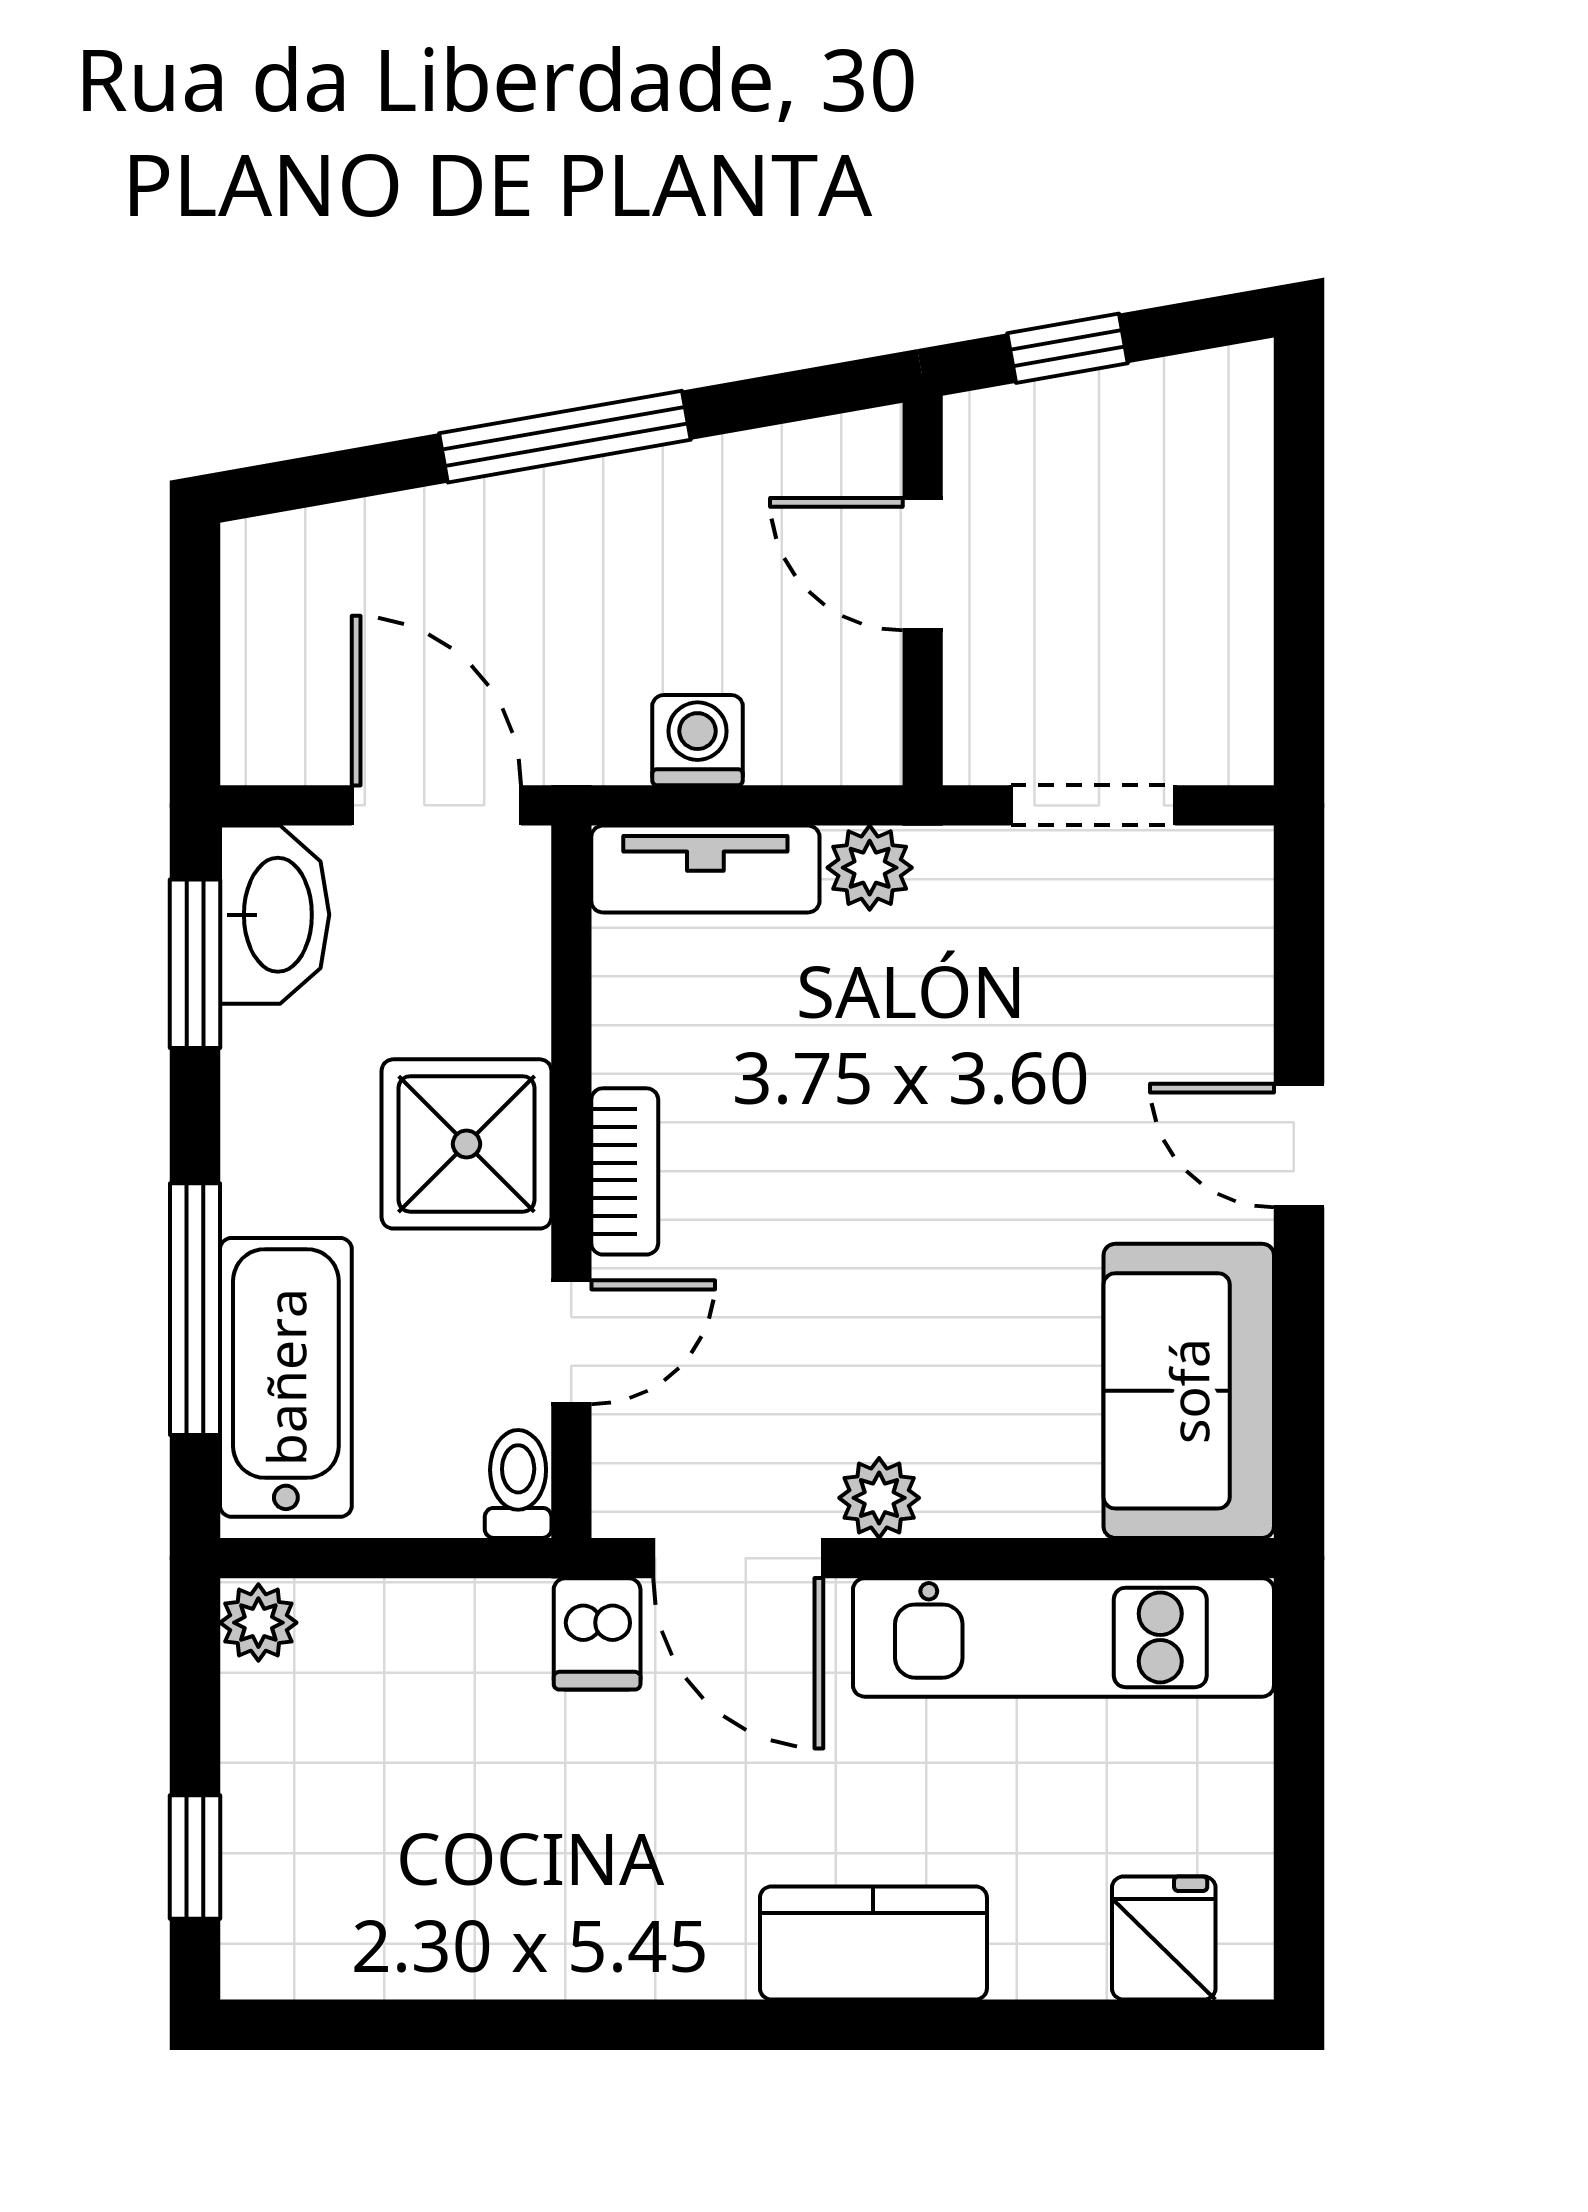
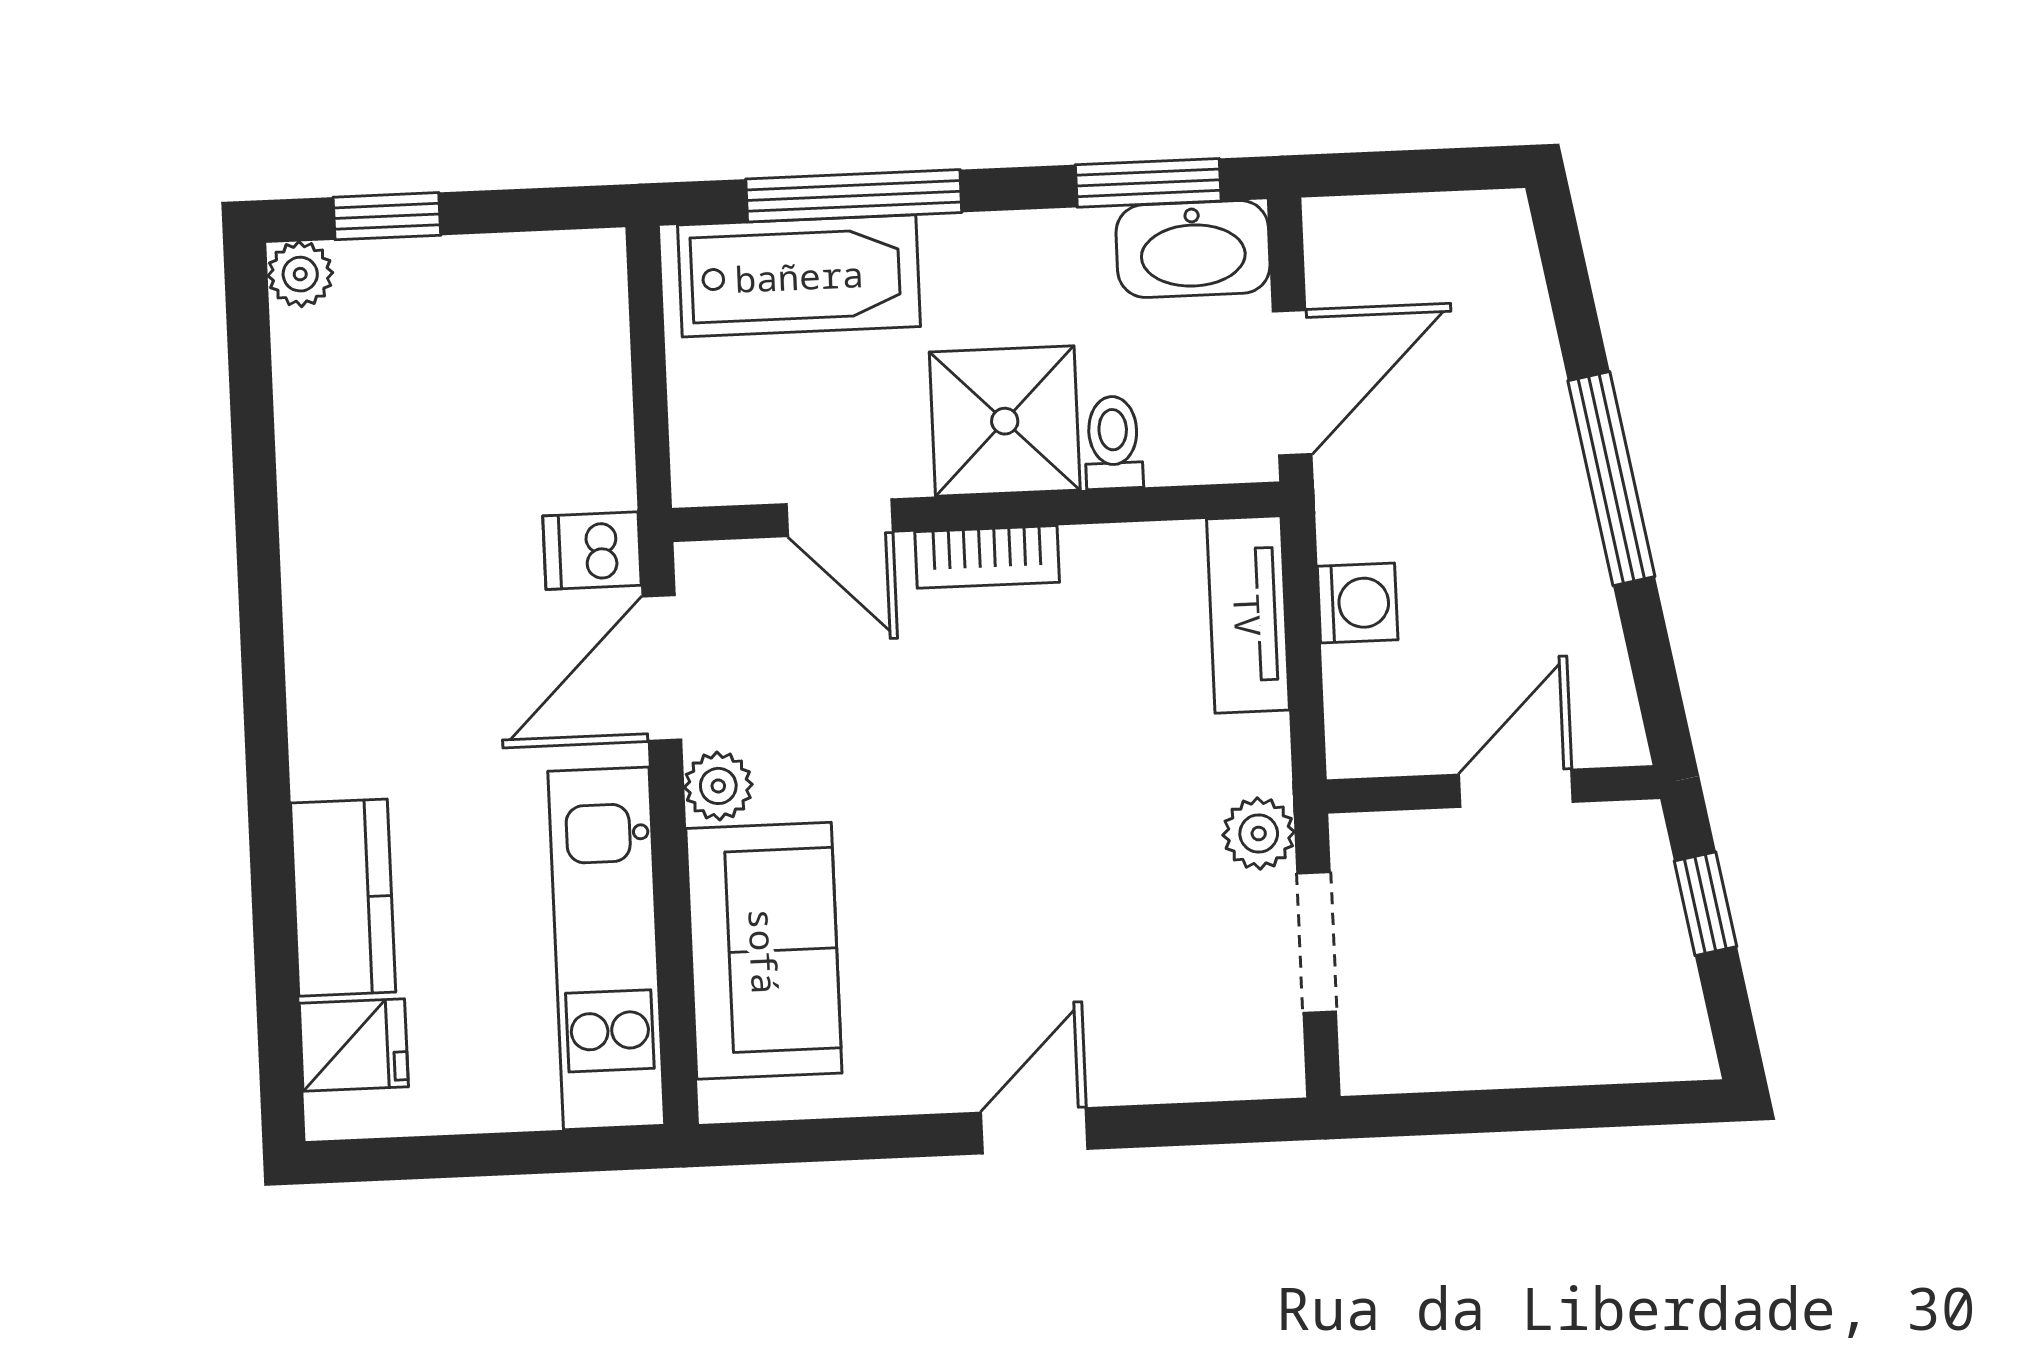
plant: (870, 868) -> (1259, 834), moved
sofa: (1189, 1391) -> (764, 951), moved, turned 90
toilet: (518, 1484) -> (1113, 443), moved, turned -90
plant: (258, 1623) -> (300, 274), moved
kitchen counter: (873, 1943) -> (343, 898), moved

